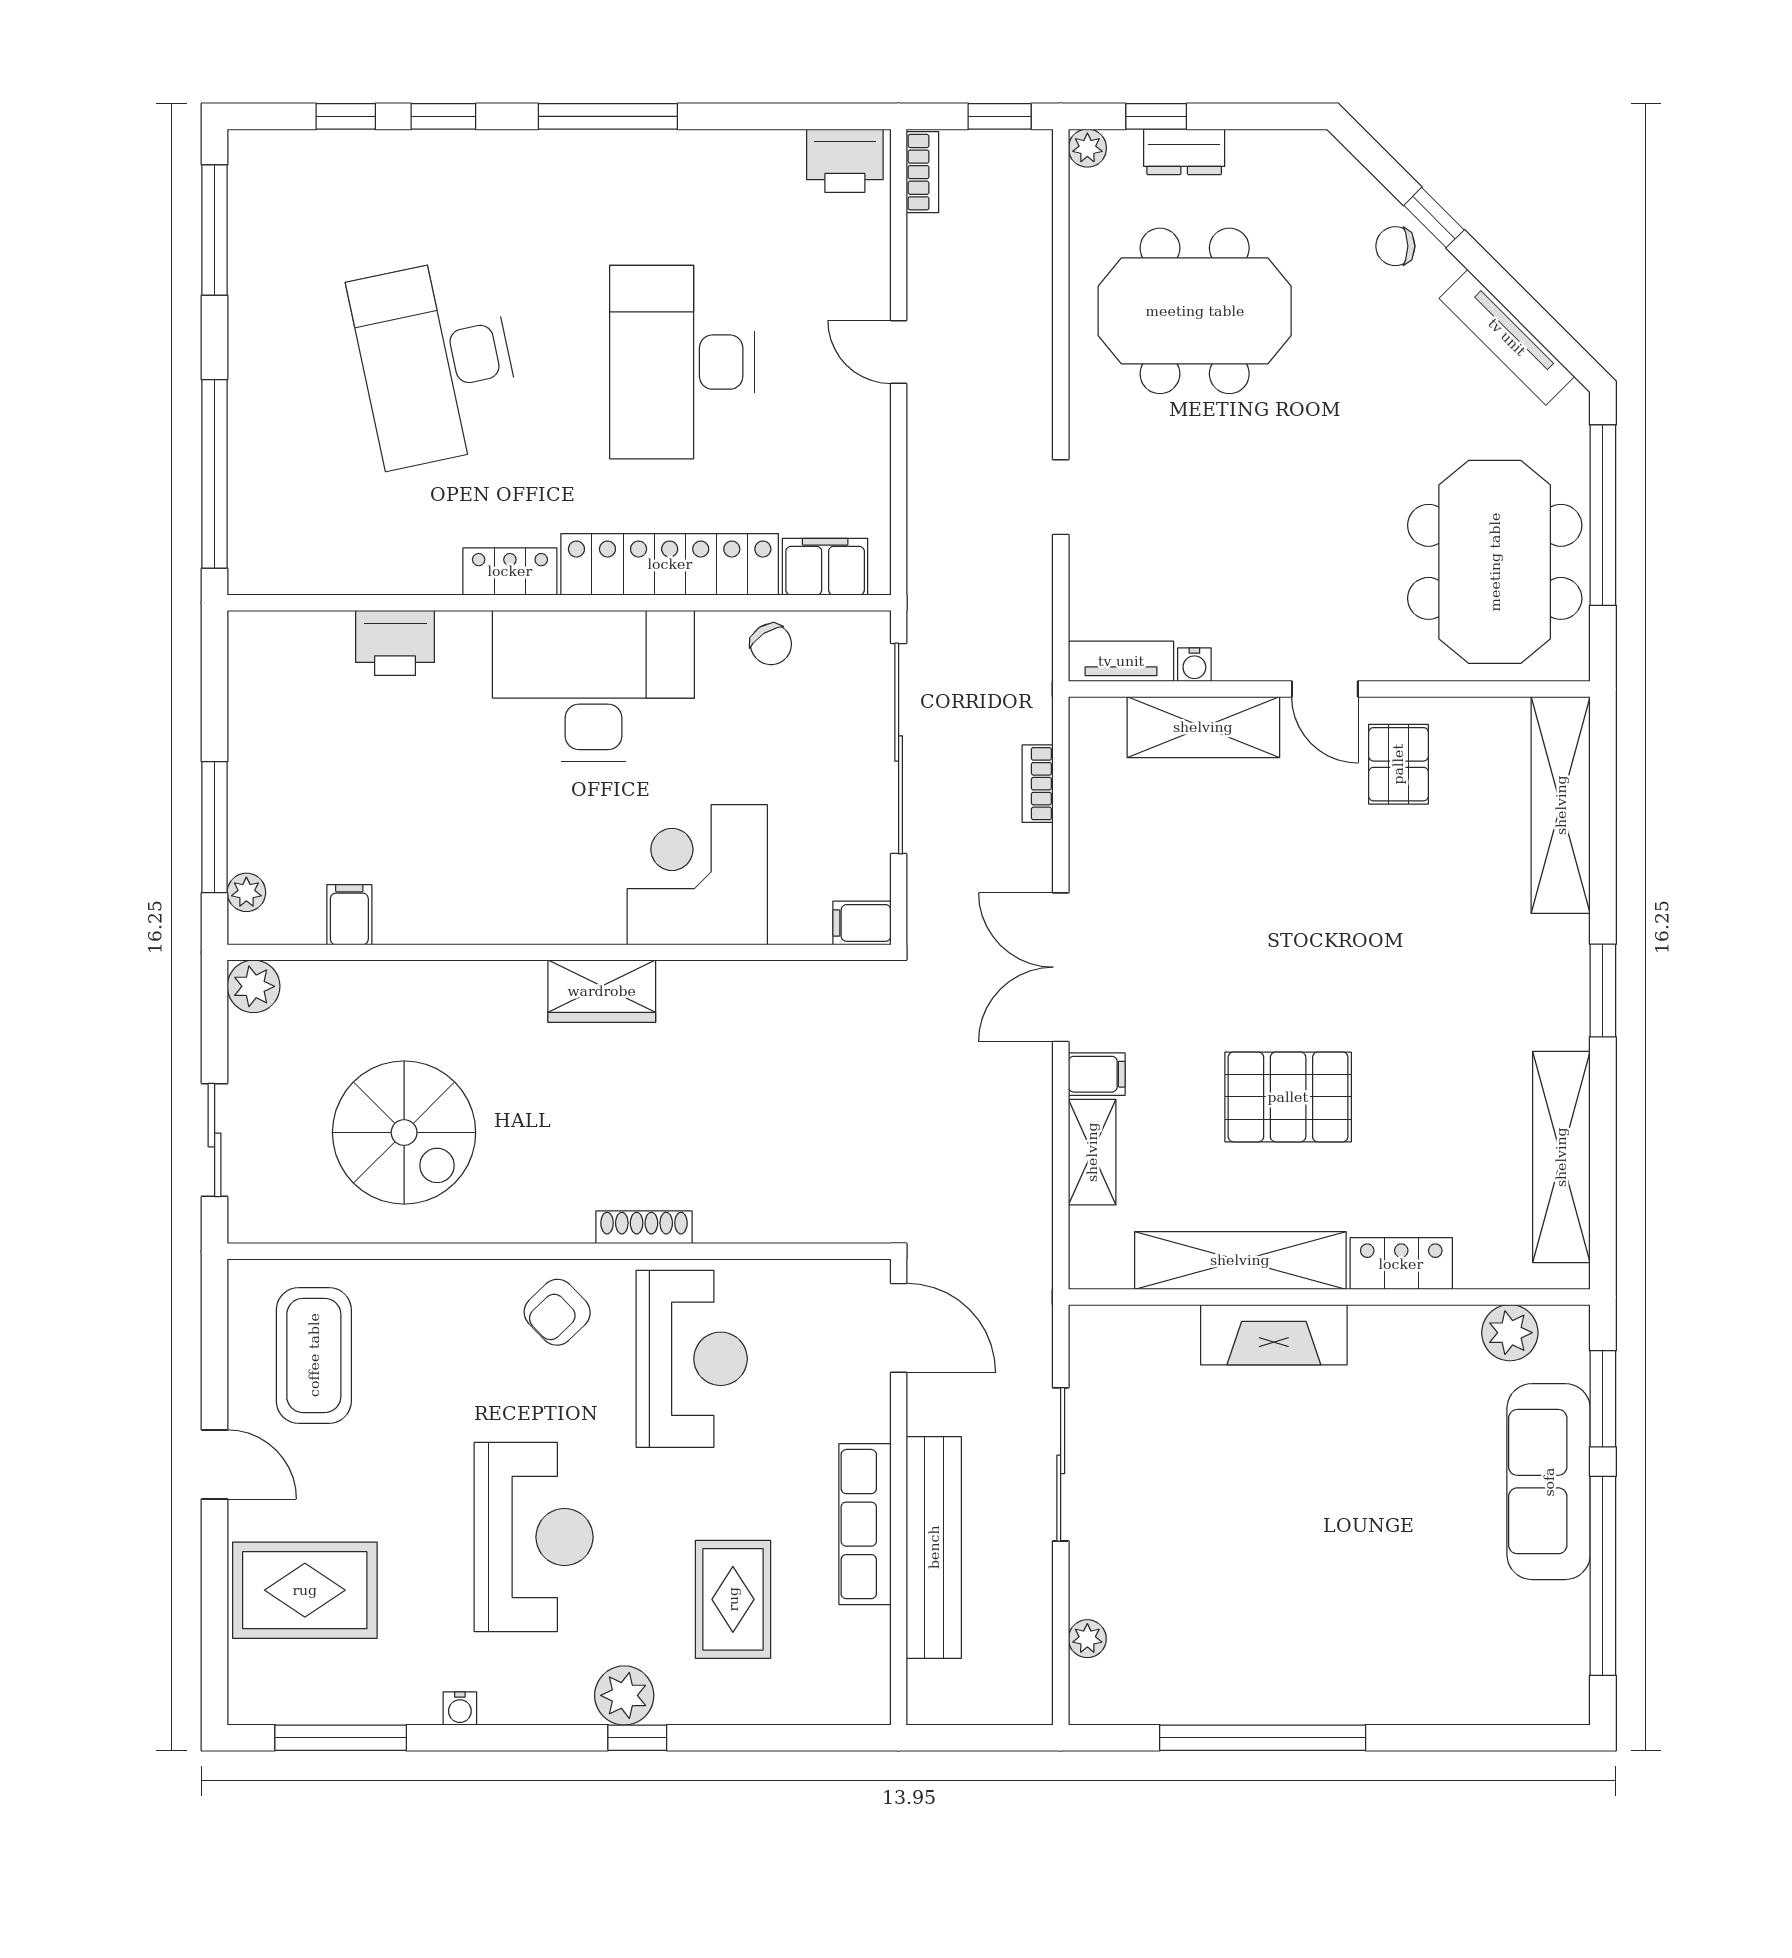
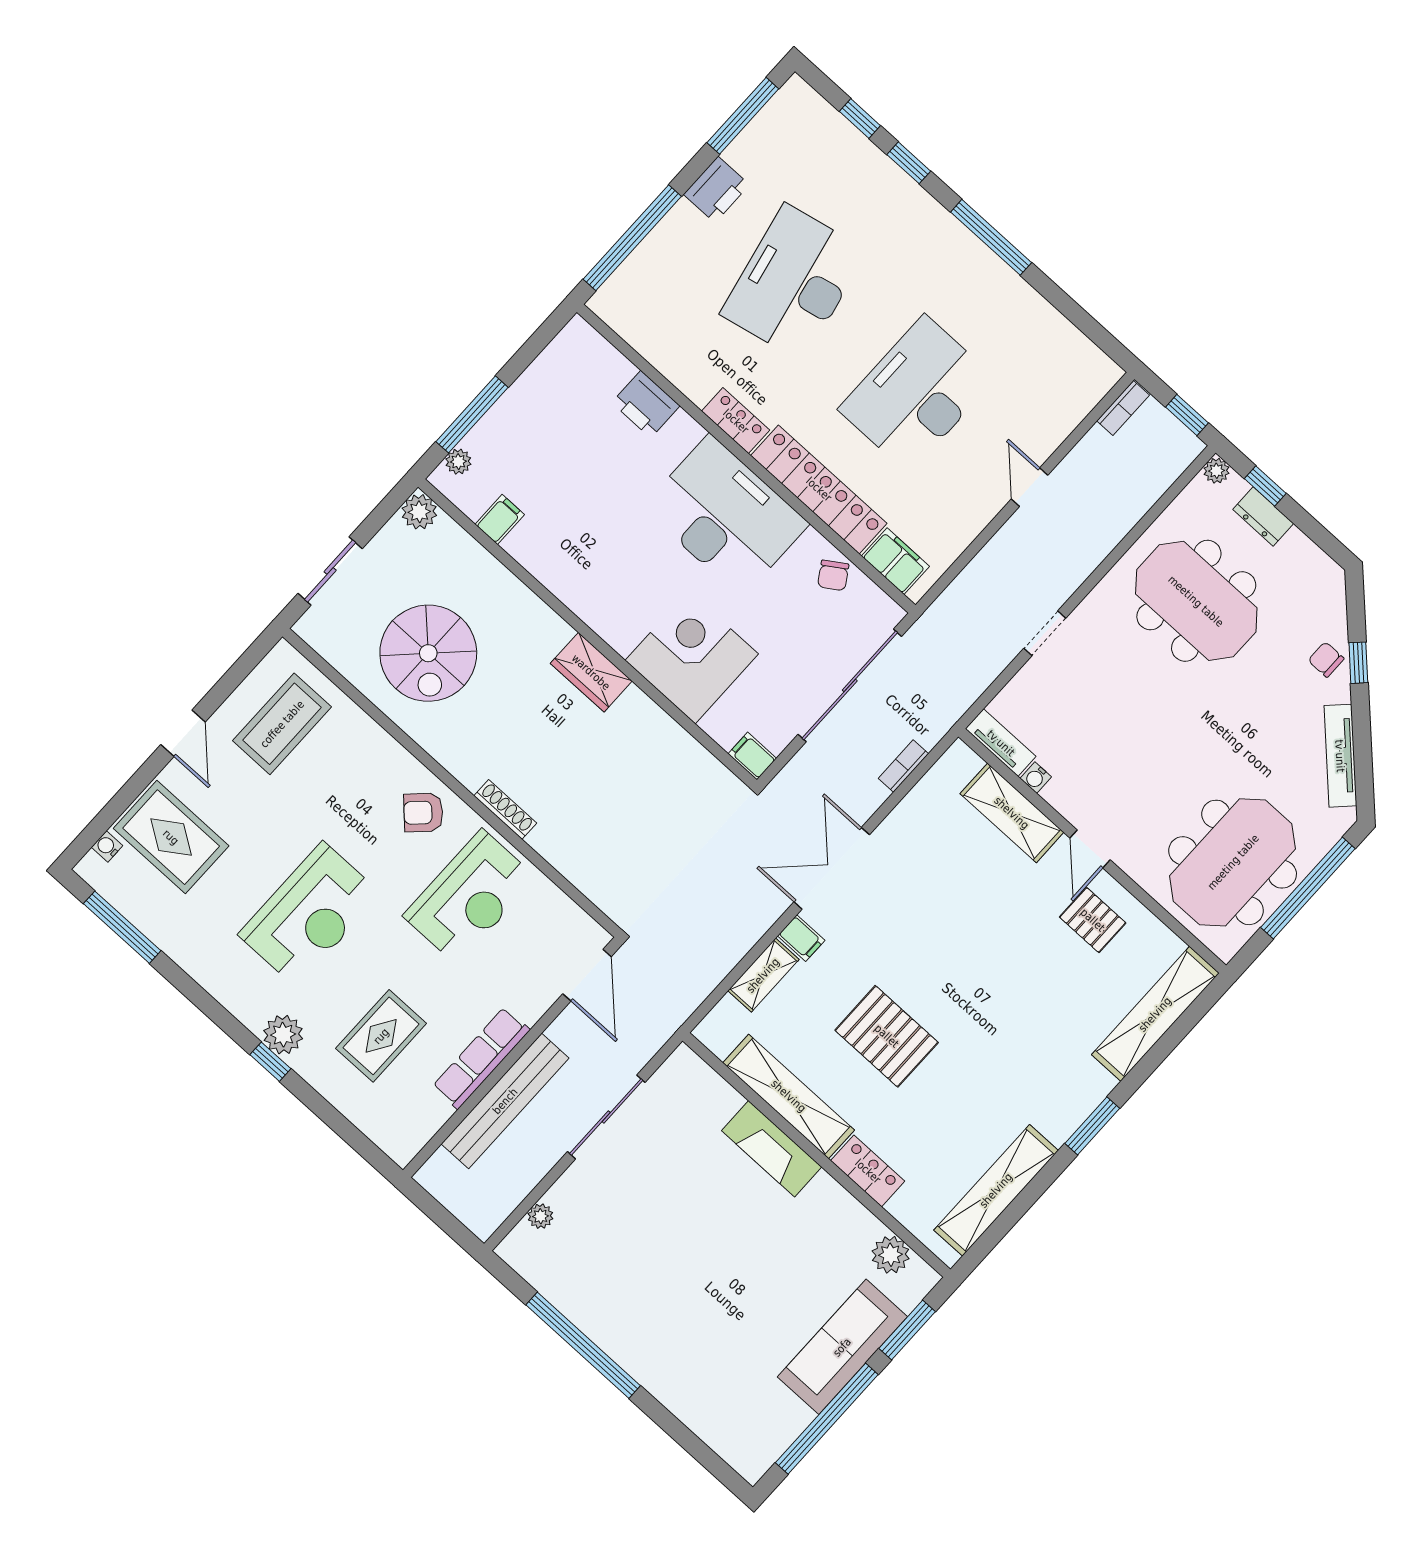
printer: (845, 161) -> (716, 190), moved, turned -90
pallet: (1398, 764) -> (1093, 920), turned 90
water cooler: (460, 1708) -> (107, 846), moved, turned 90

